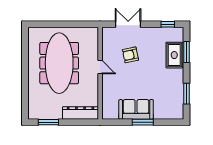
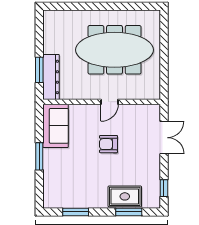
armchair: (130, 55) -> (108, 144), moved, turned -78
sofa: (136, 109) -> (56, 126), moved
window: (48, 122) -> (39, 70), moved

